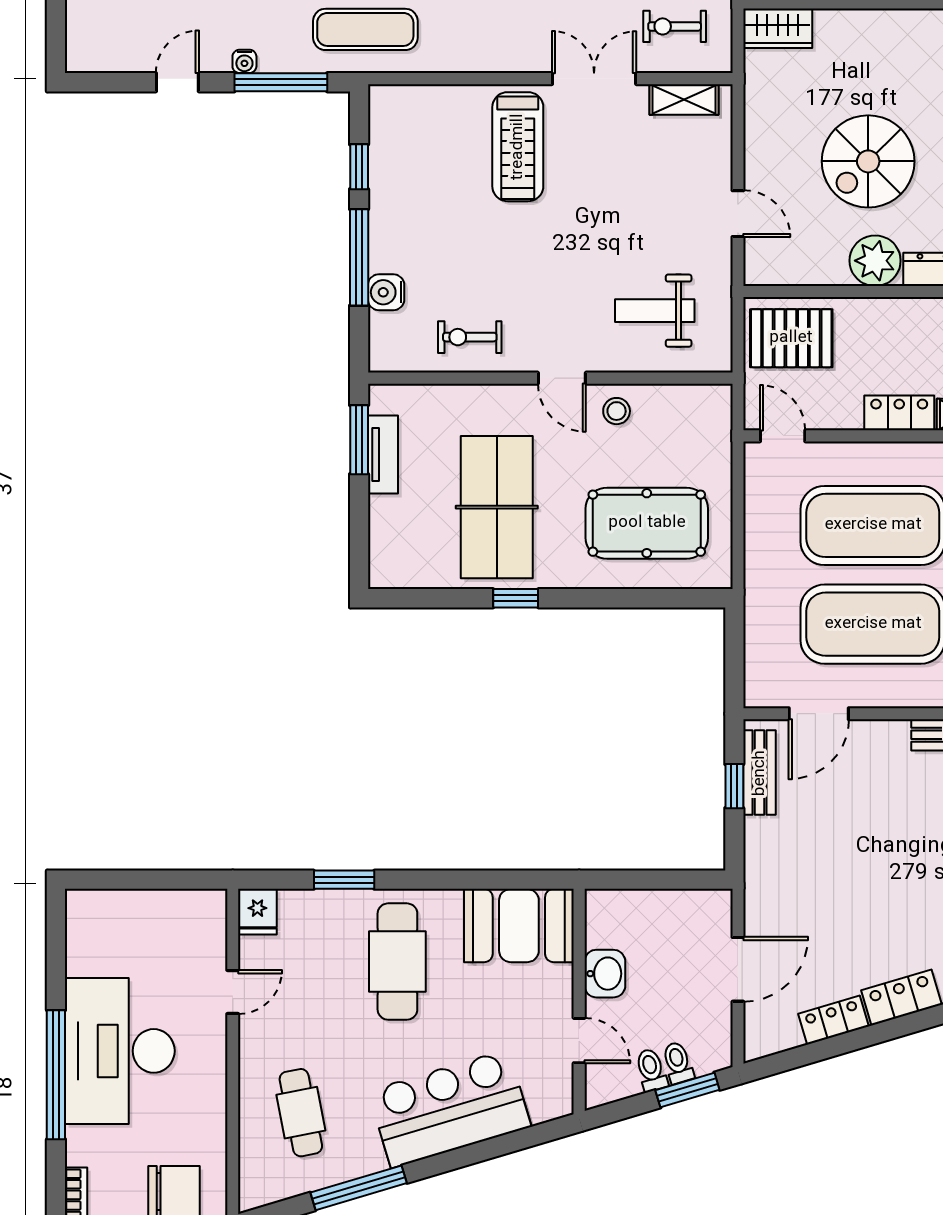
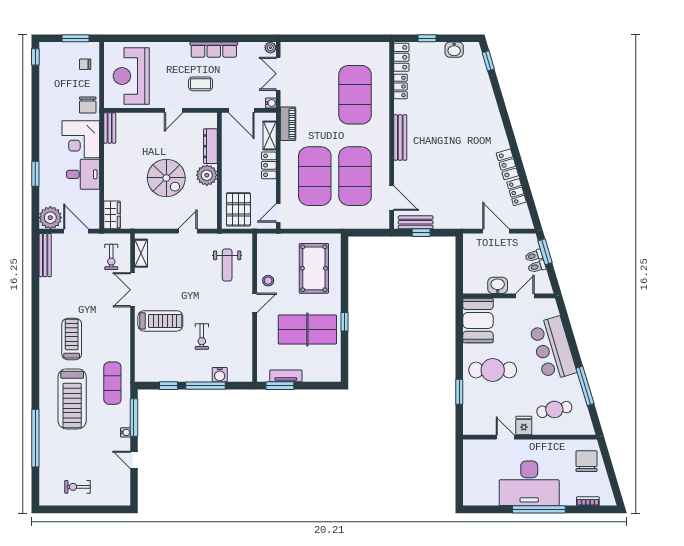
exercise bike: (470, 337) -> (202, 337), moved
fridge: (257, 912) -> (524, 426), moved, turned -90

